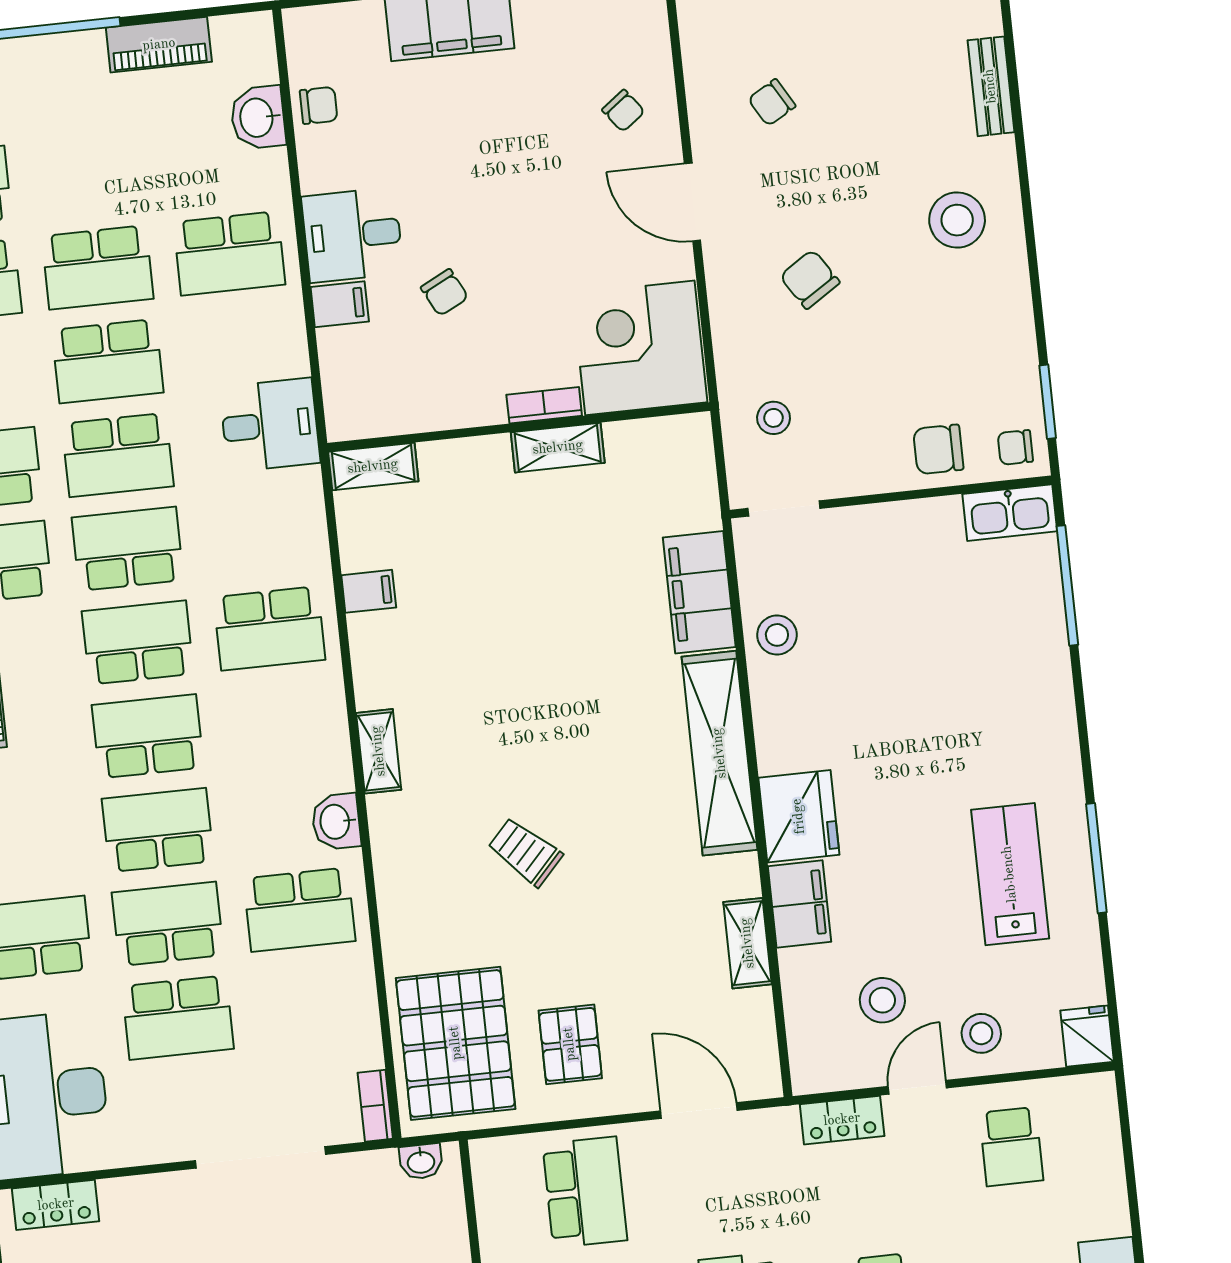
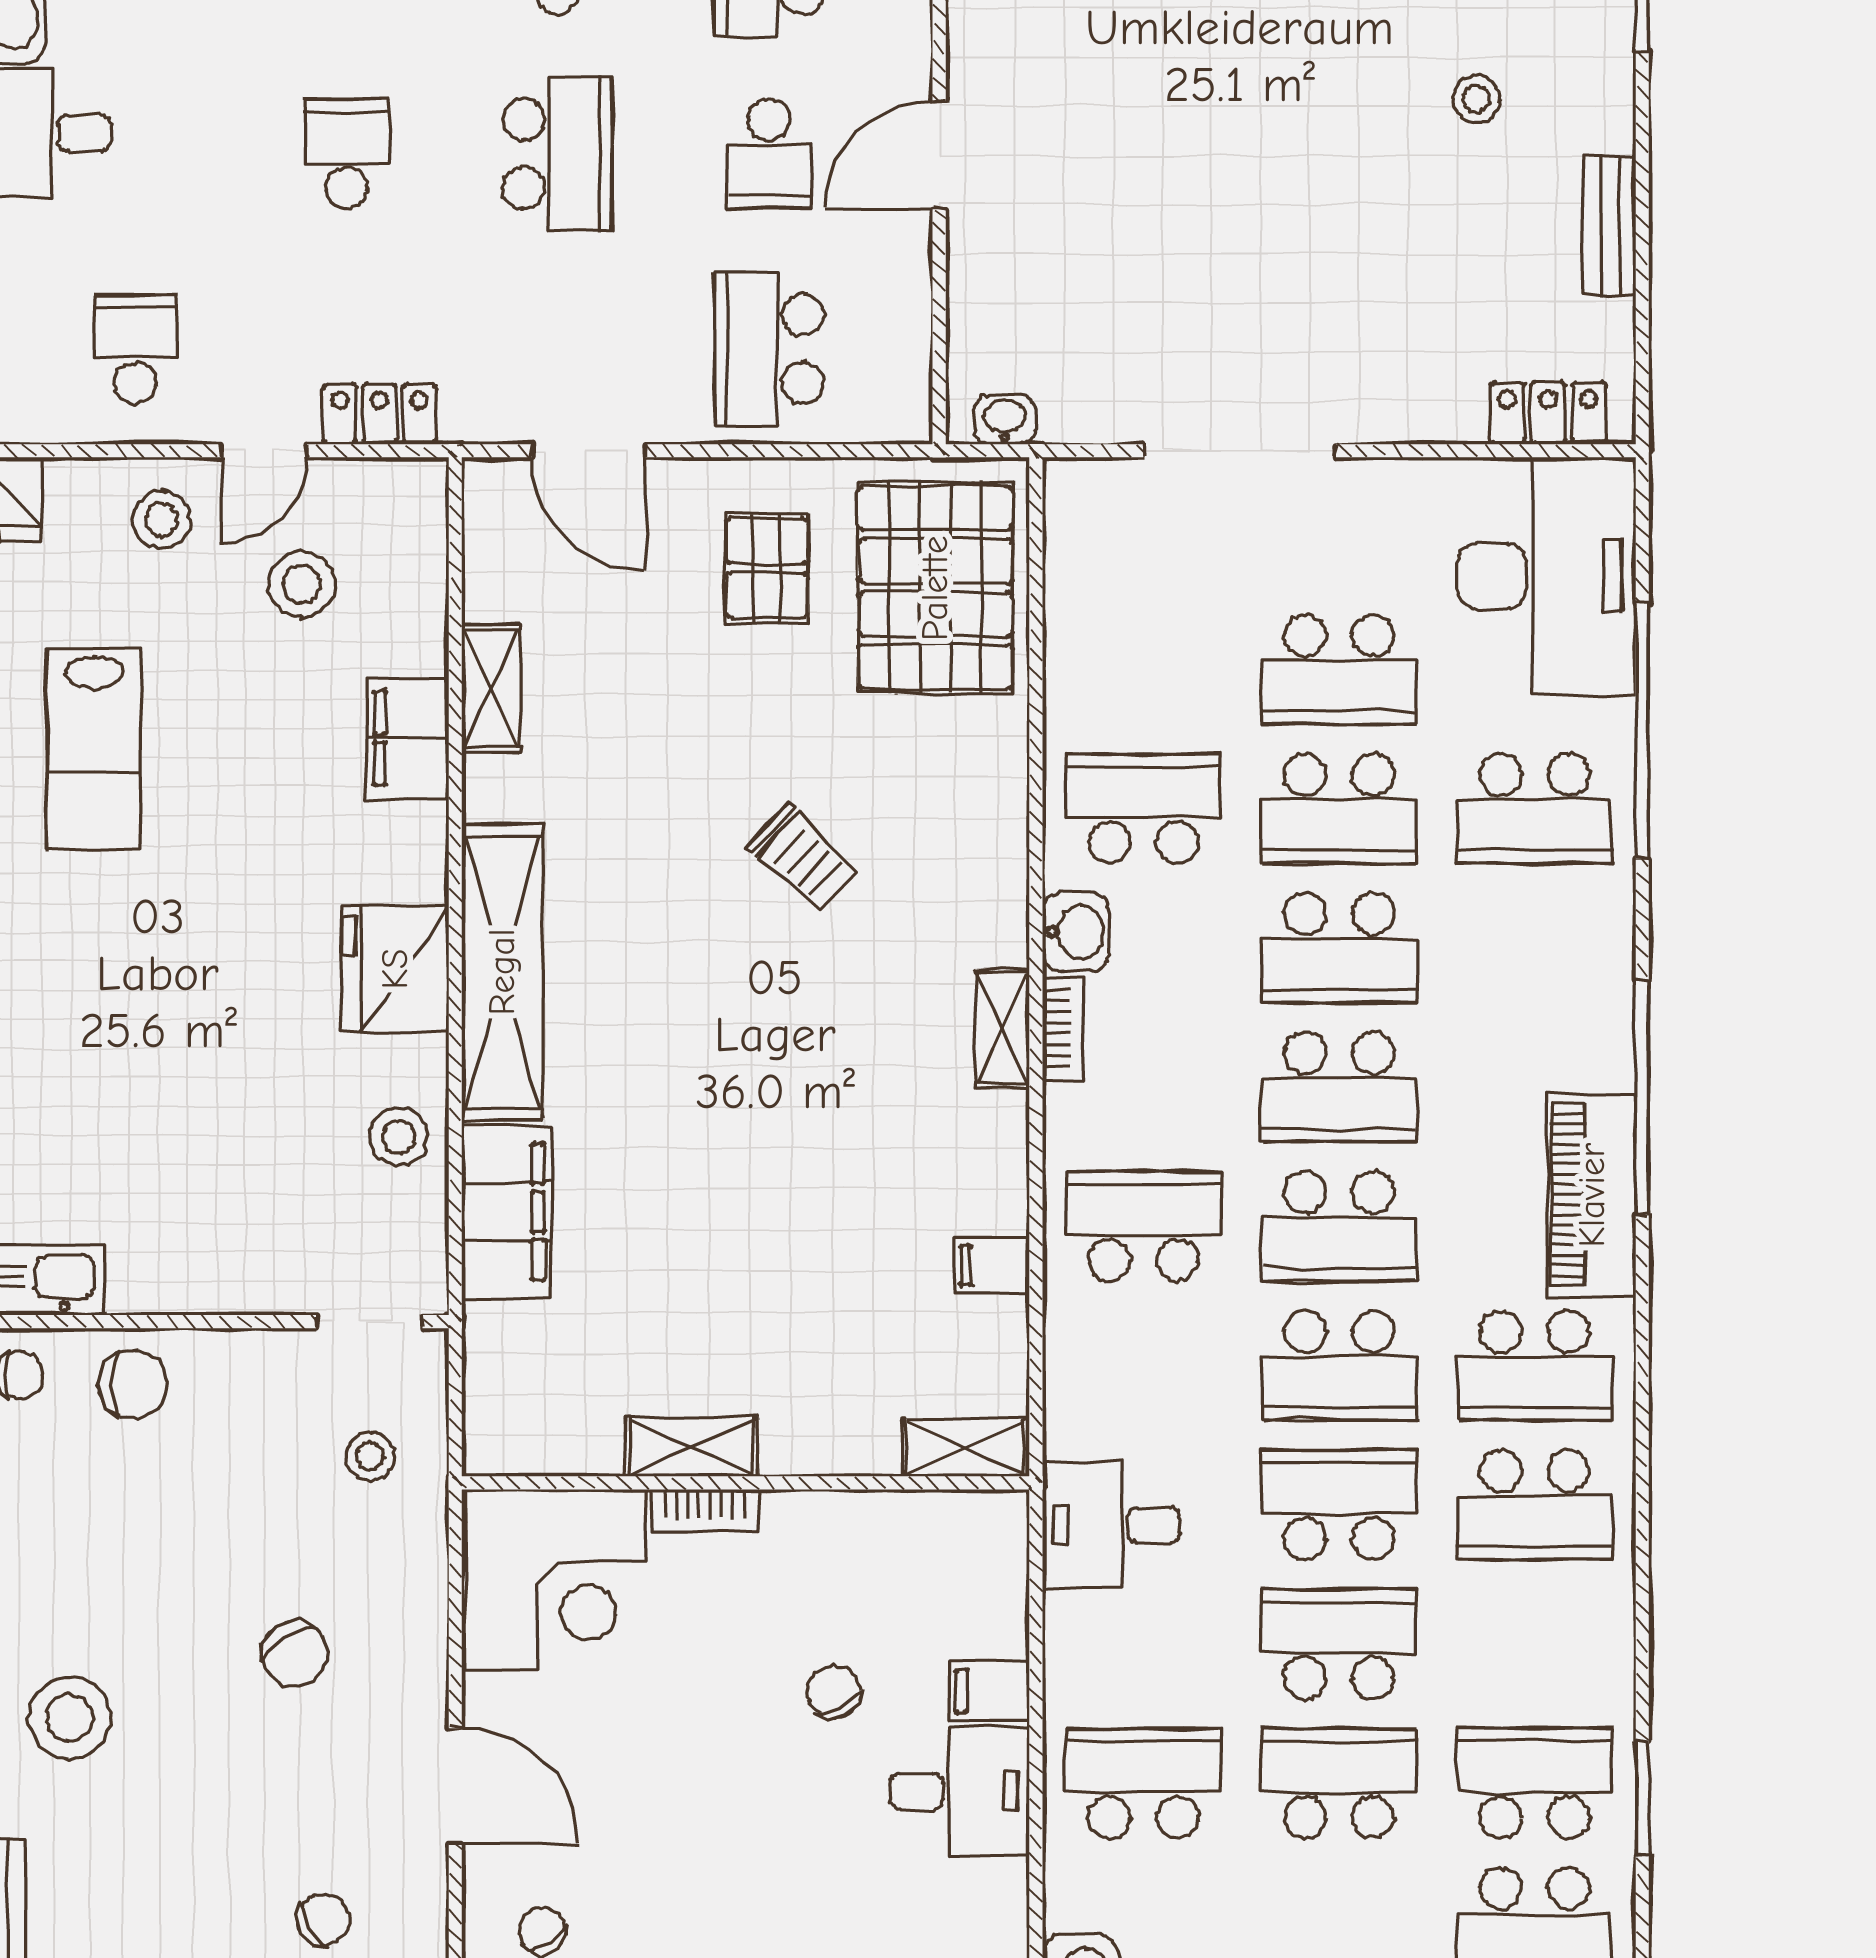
fridge: (799, 816) -> (395, 969), moved
school desk: (178, 1018) -> (1339, 669), turned 180
bookcase: (375, 1106) -> (1063, 1028), moved

